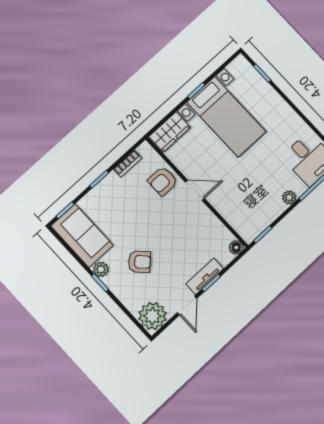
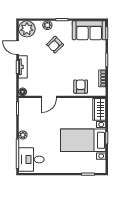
door: (195, 190) -> (49, 97), moved
plant: (101, 269) -> (47, 25), moved

